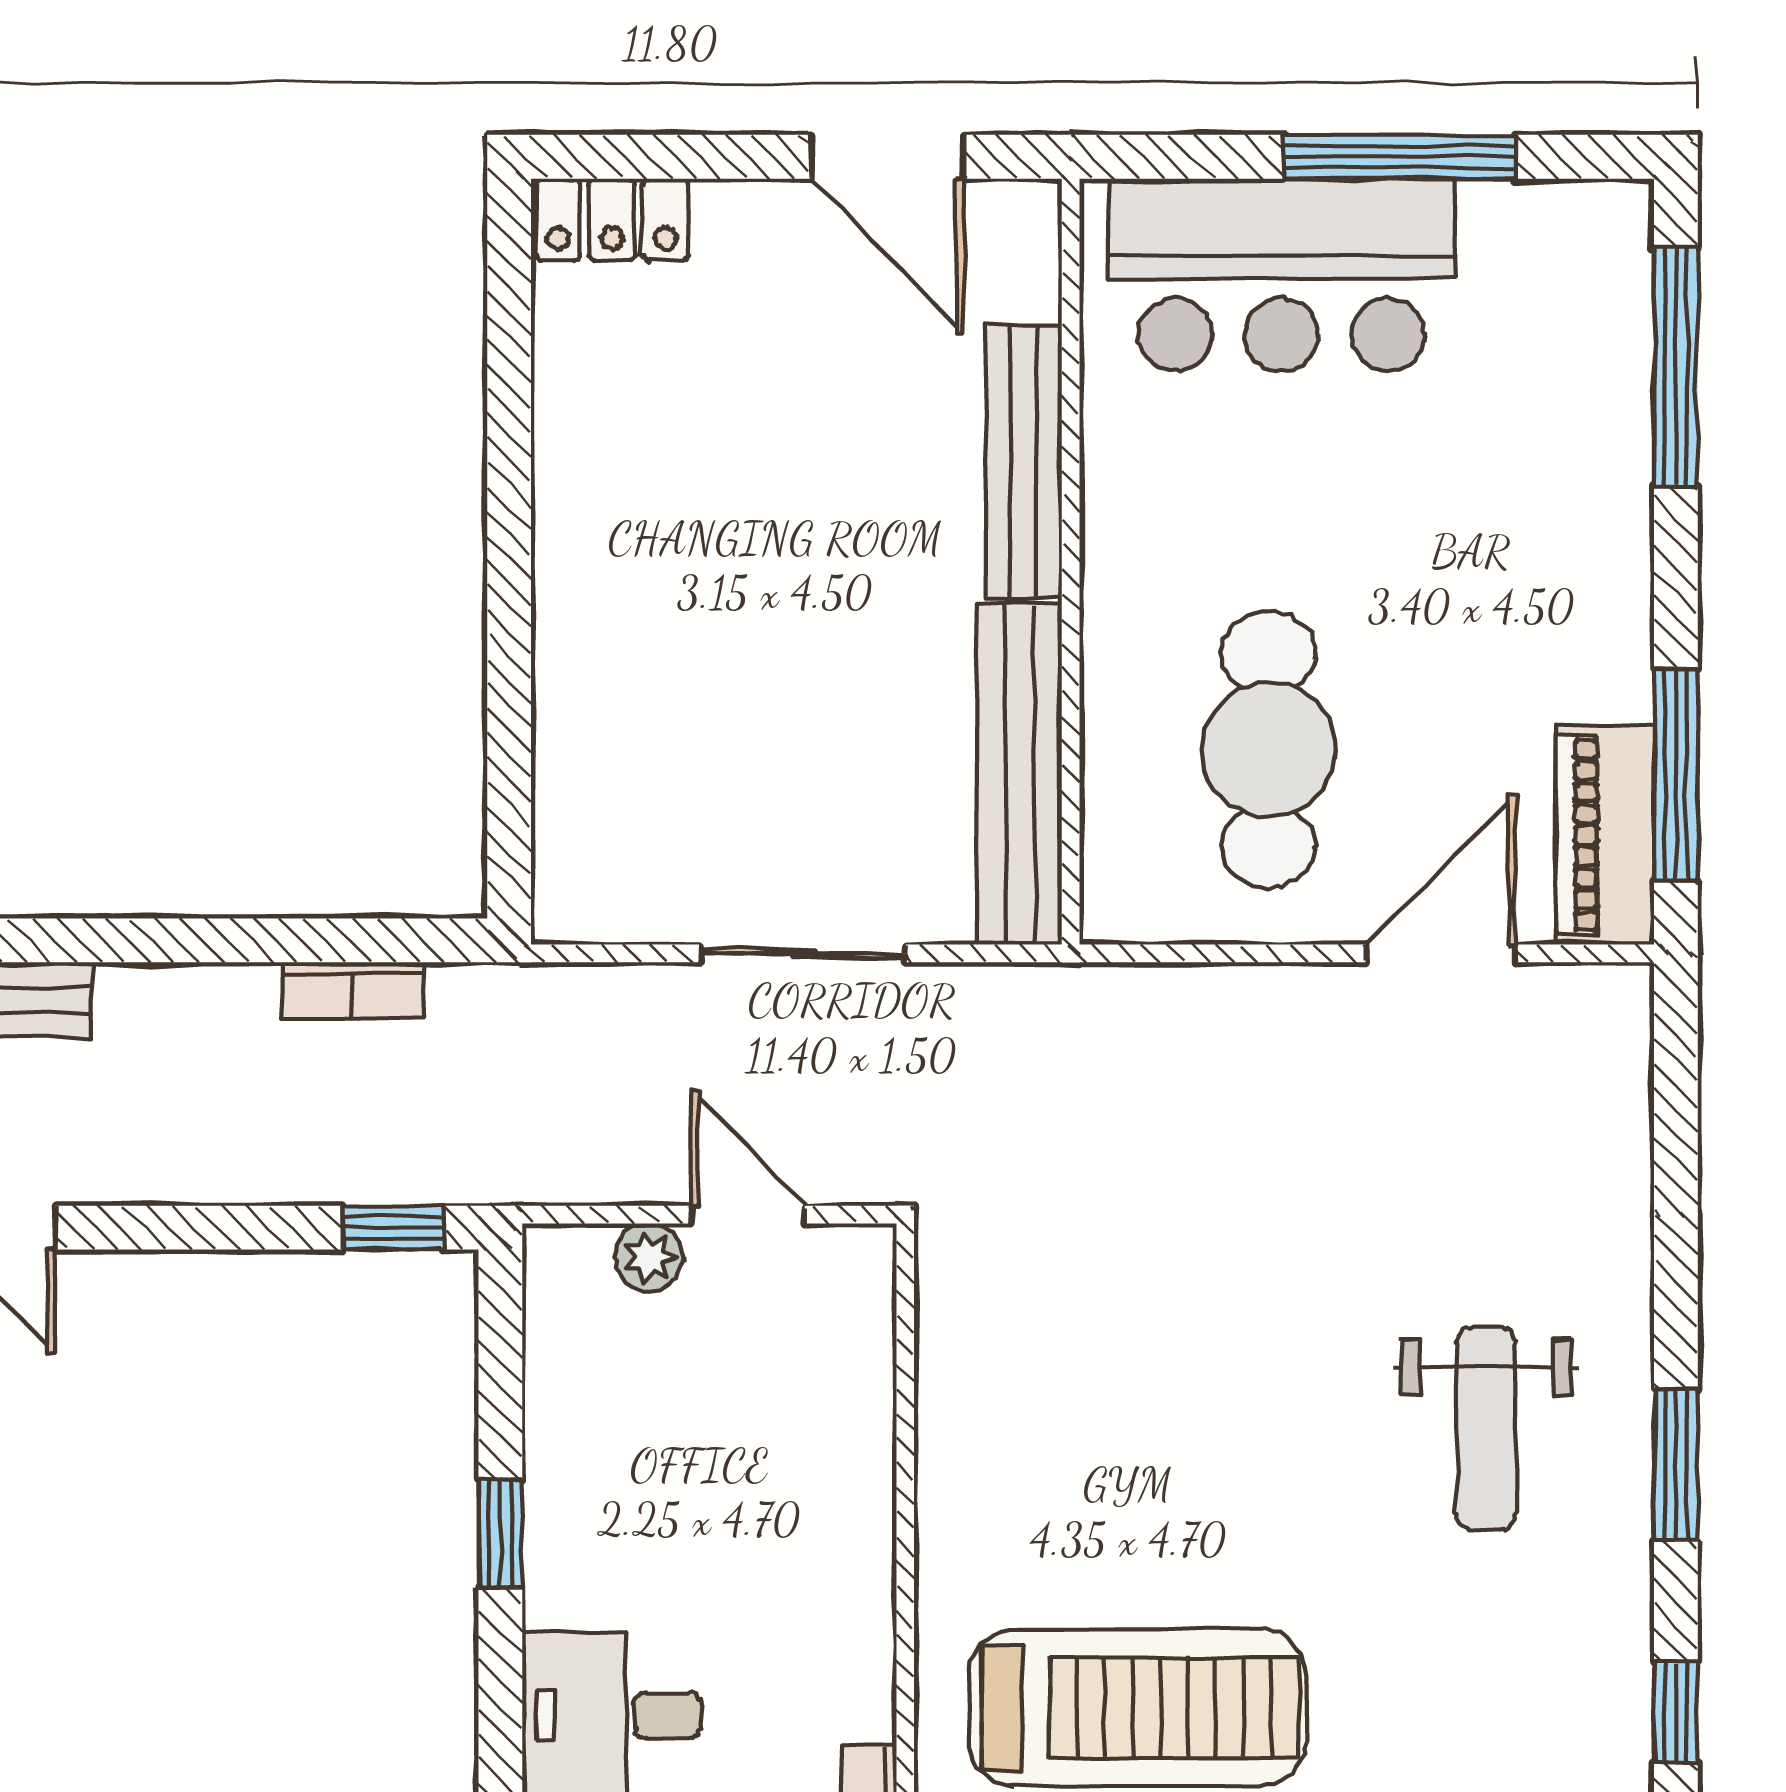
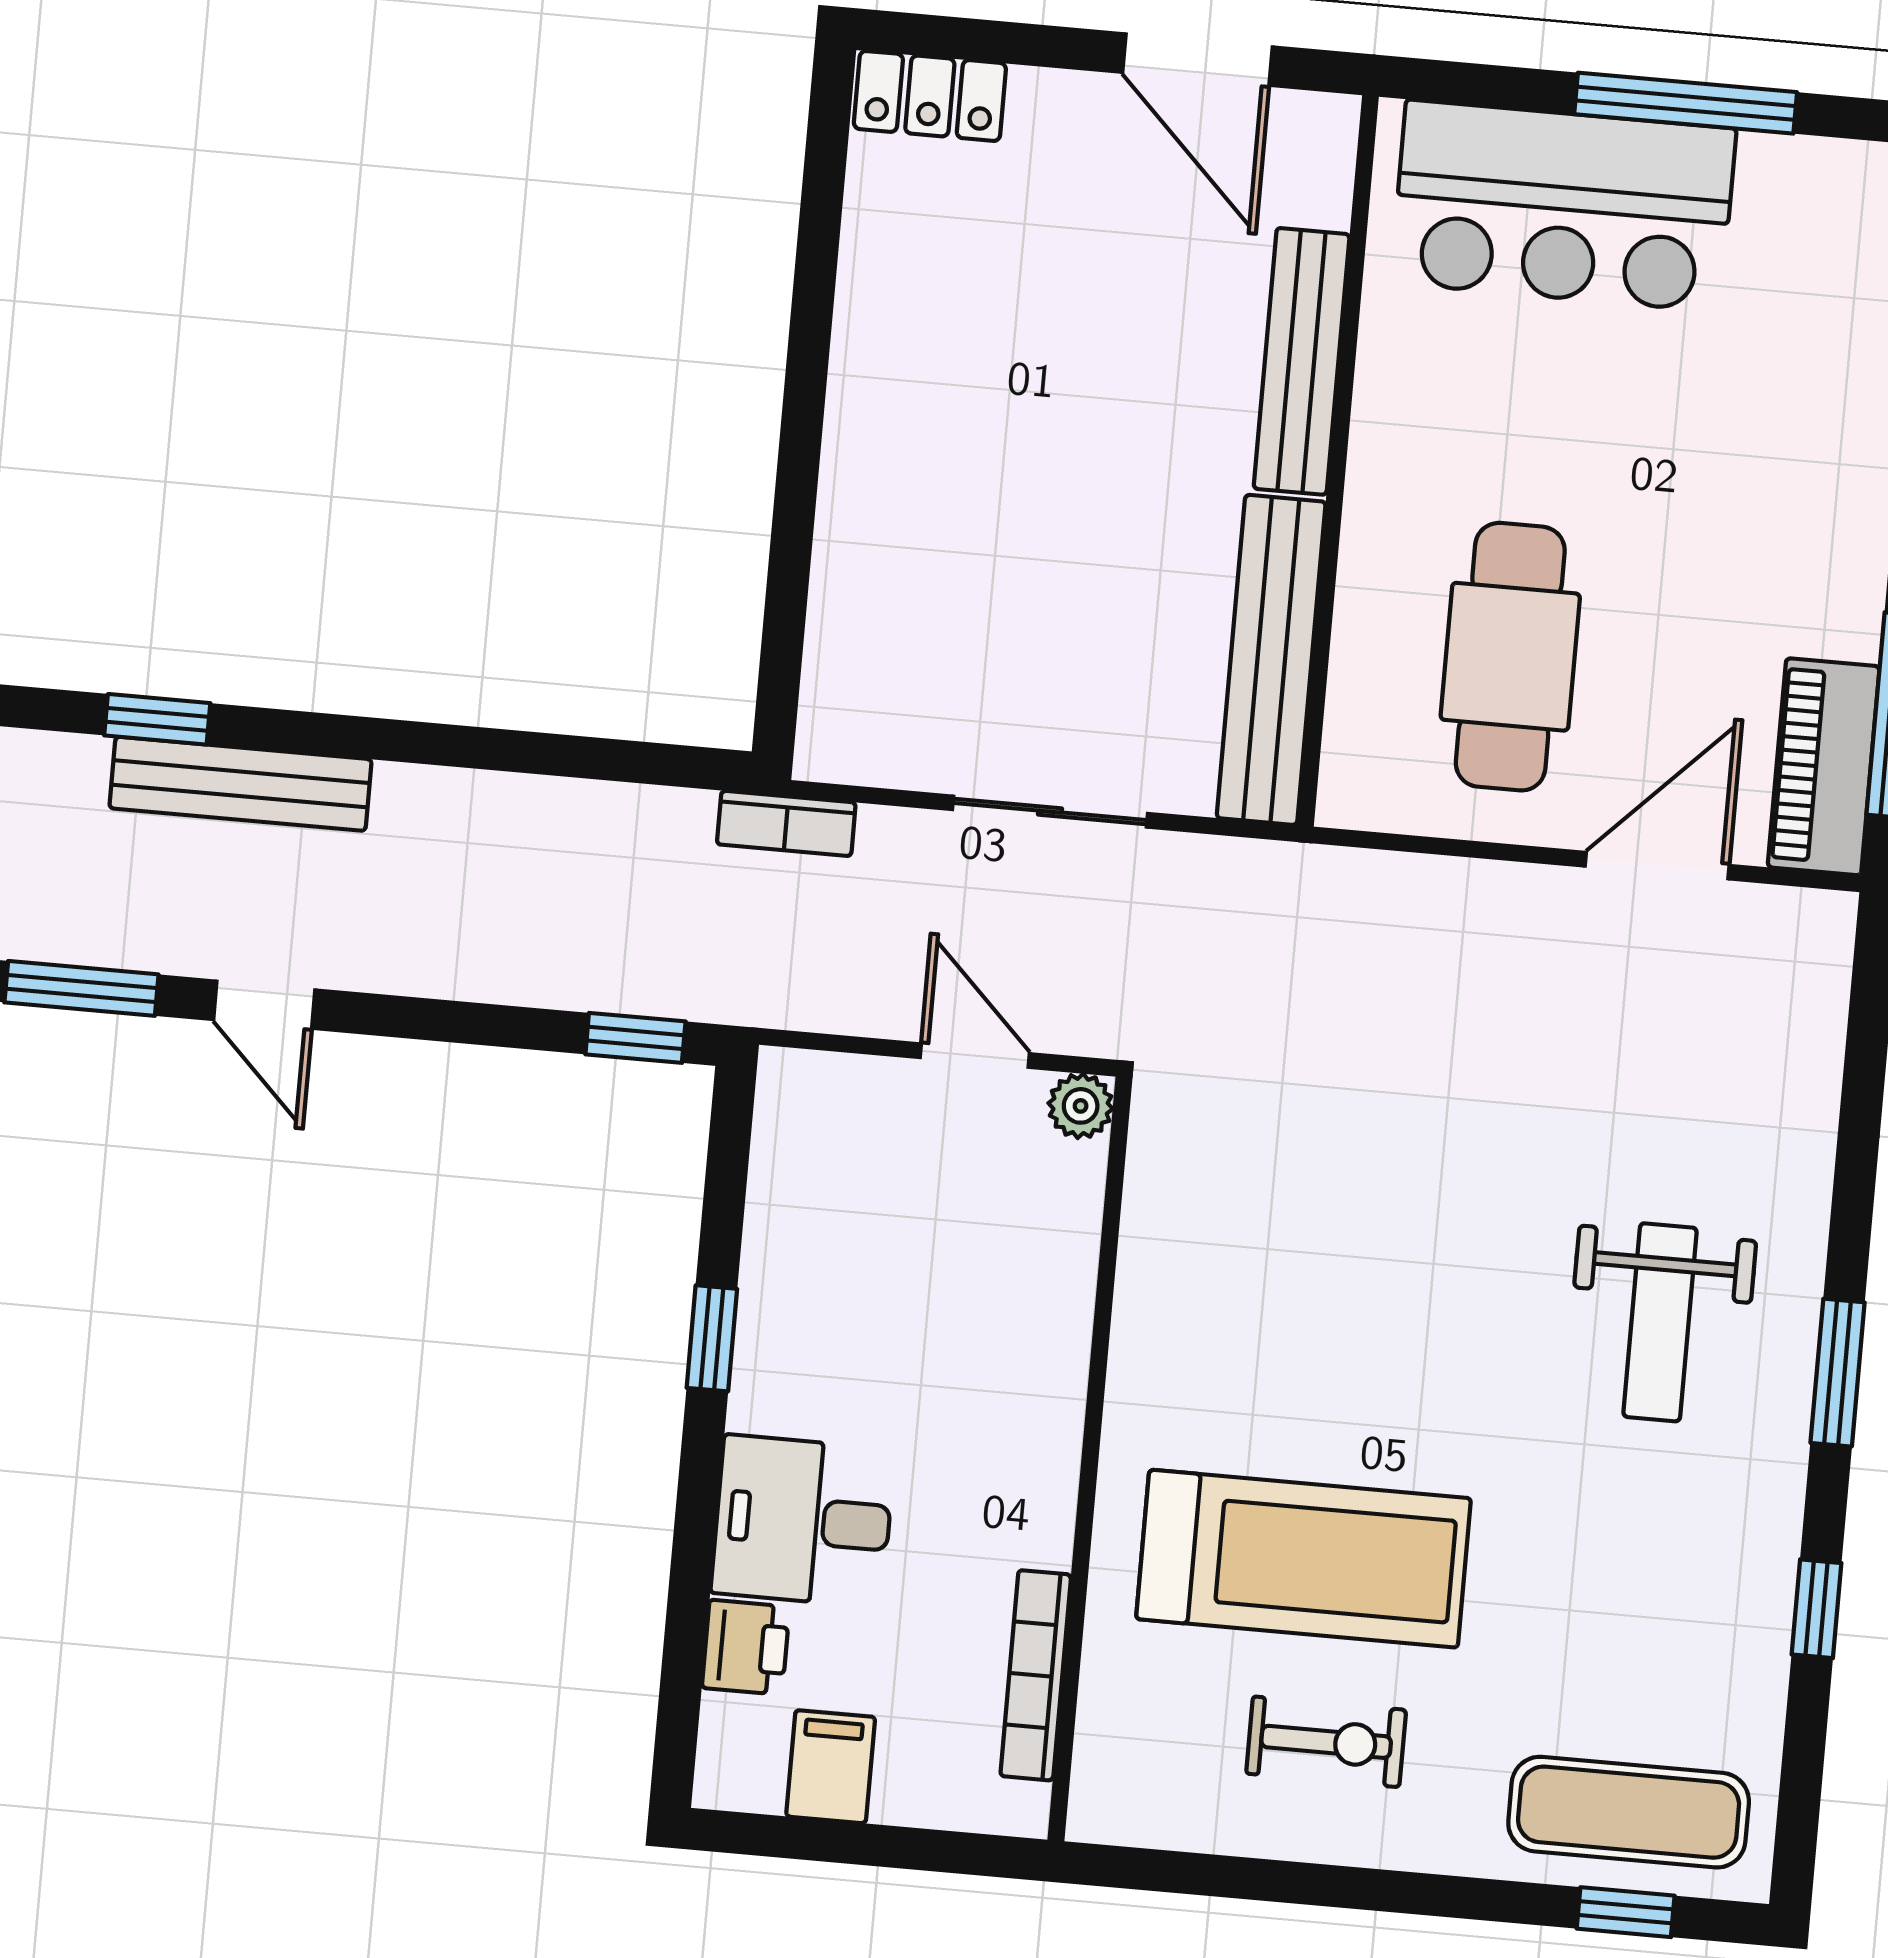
bookcase: (353, 990) -> (786, 823), moved
plant: (649, 1257) -> (1081, 1106), moved

